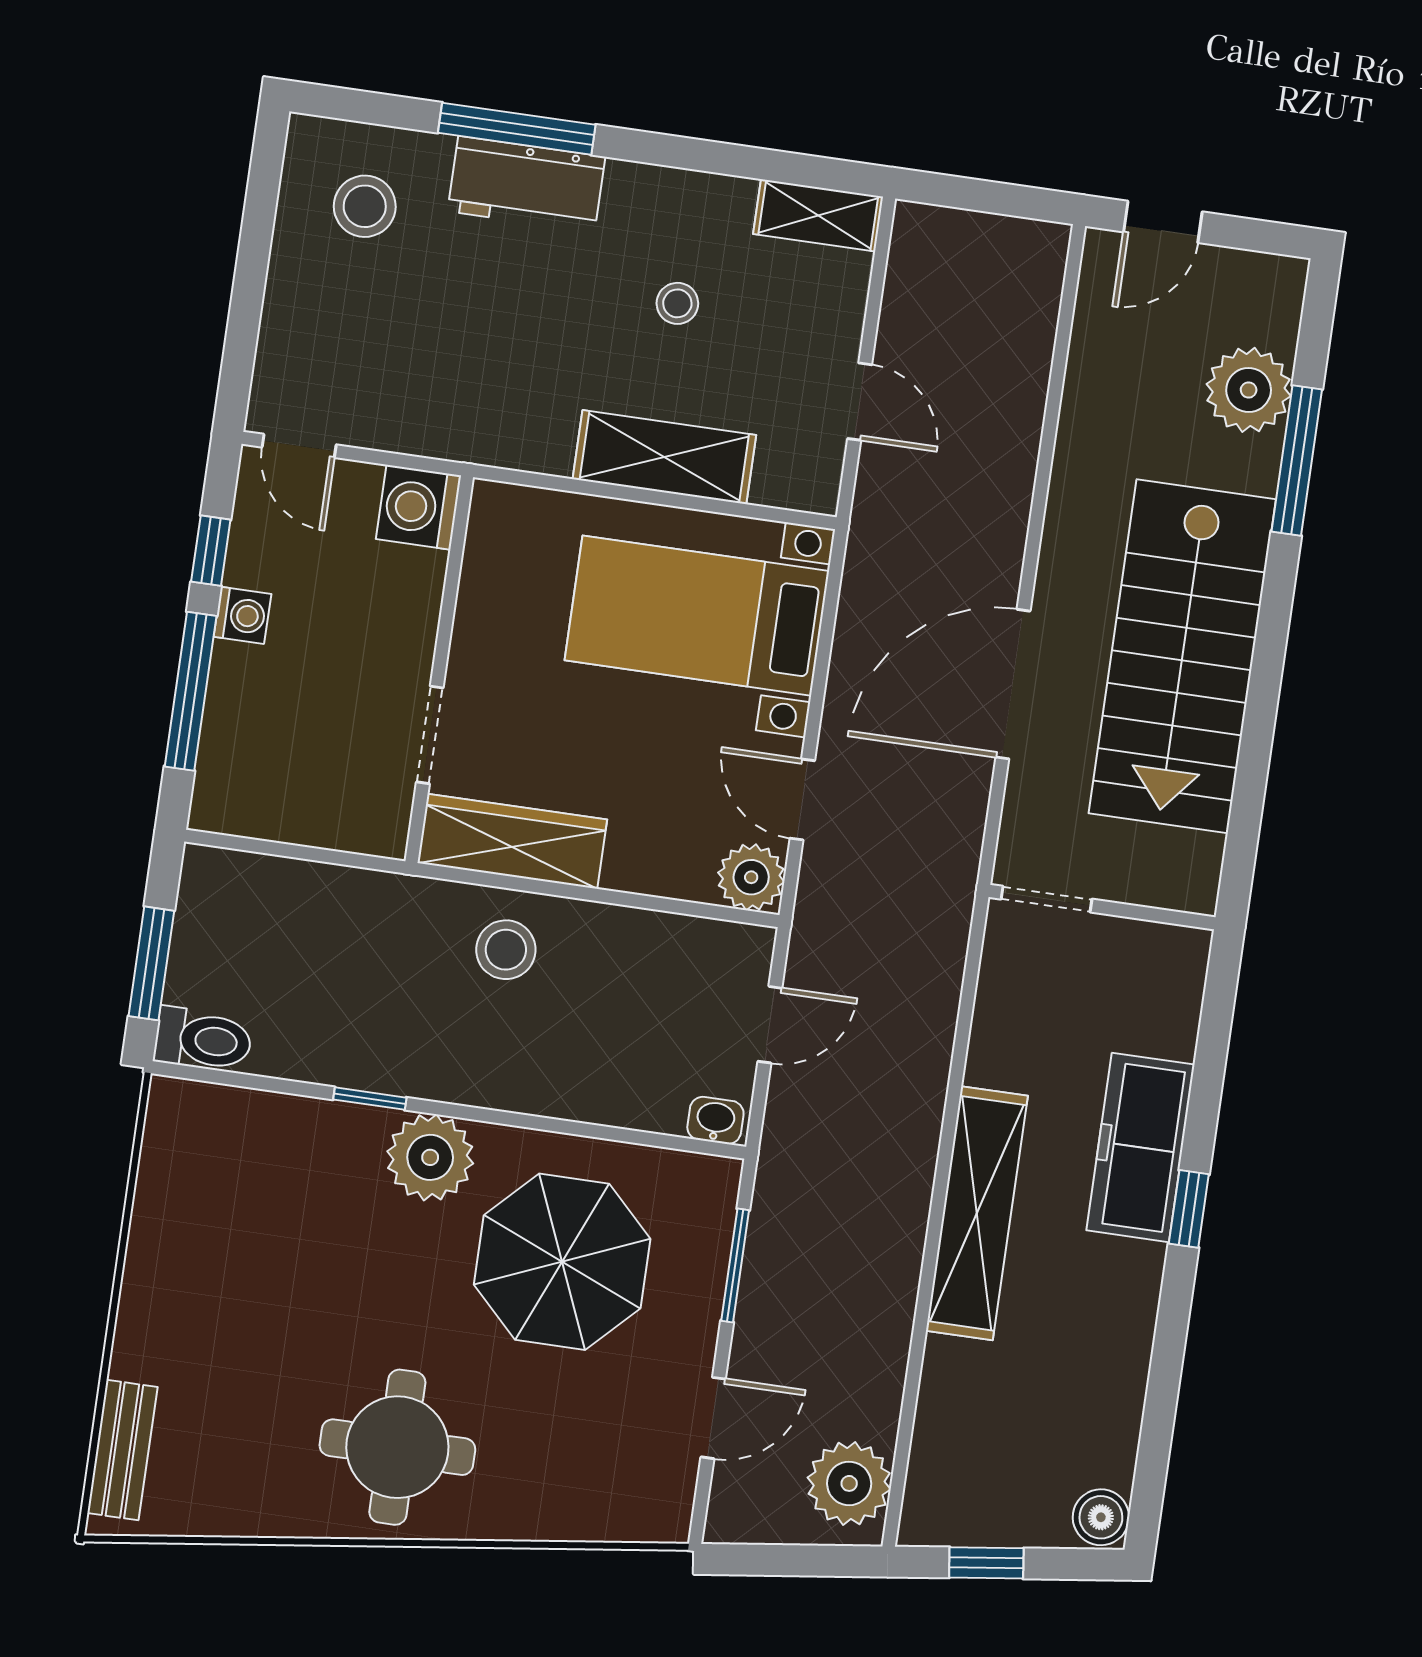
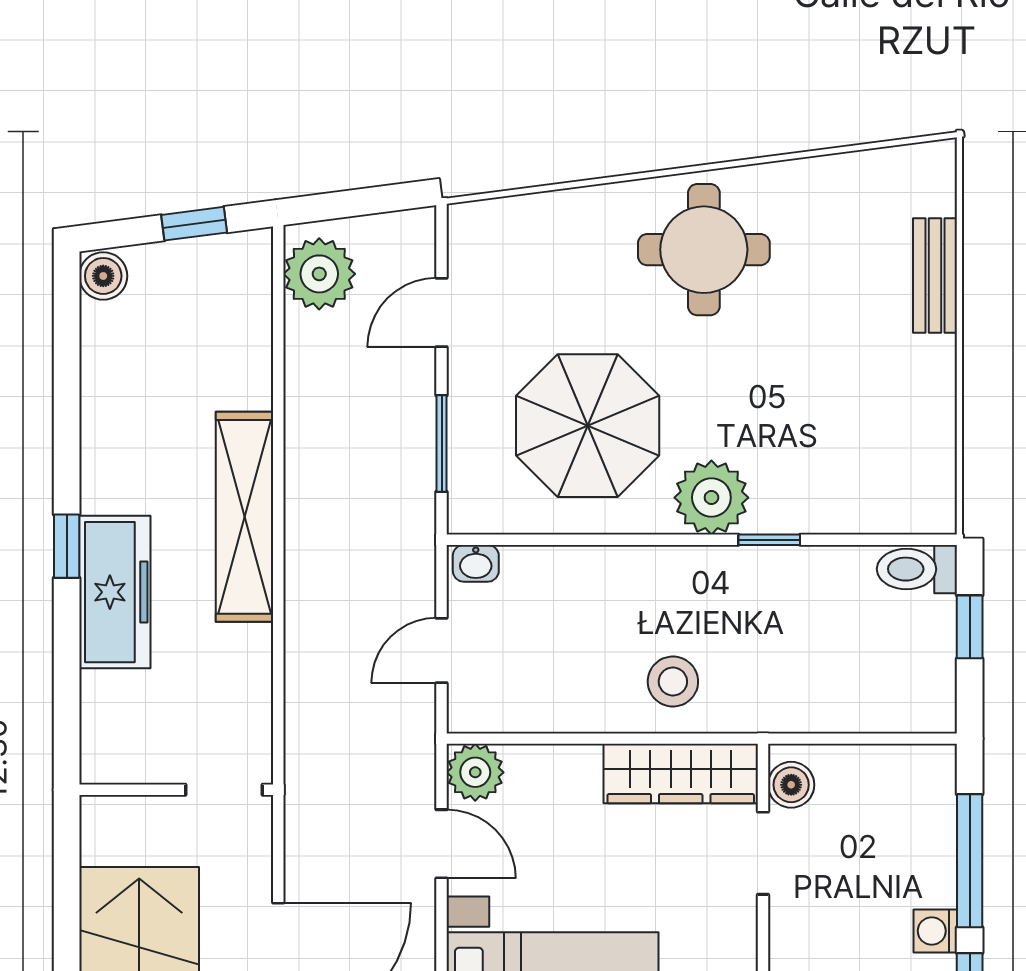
boiler: (386, 810) -> (791, 785), added
window: (151, 963) -> (970, 627), width x0.67
bench: (122, 1450) -> (935, 275), moved

